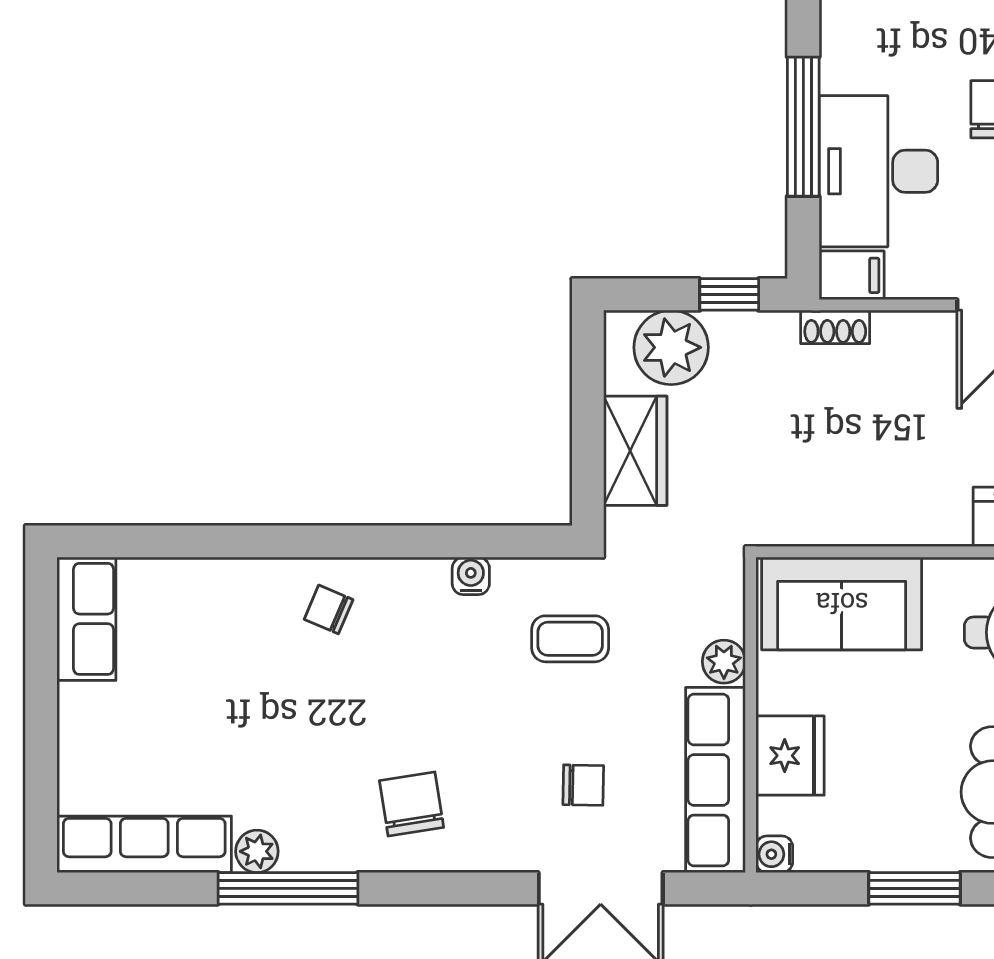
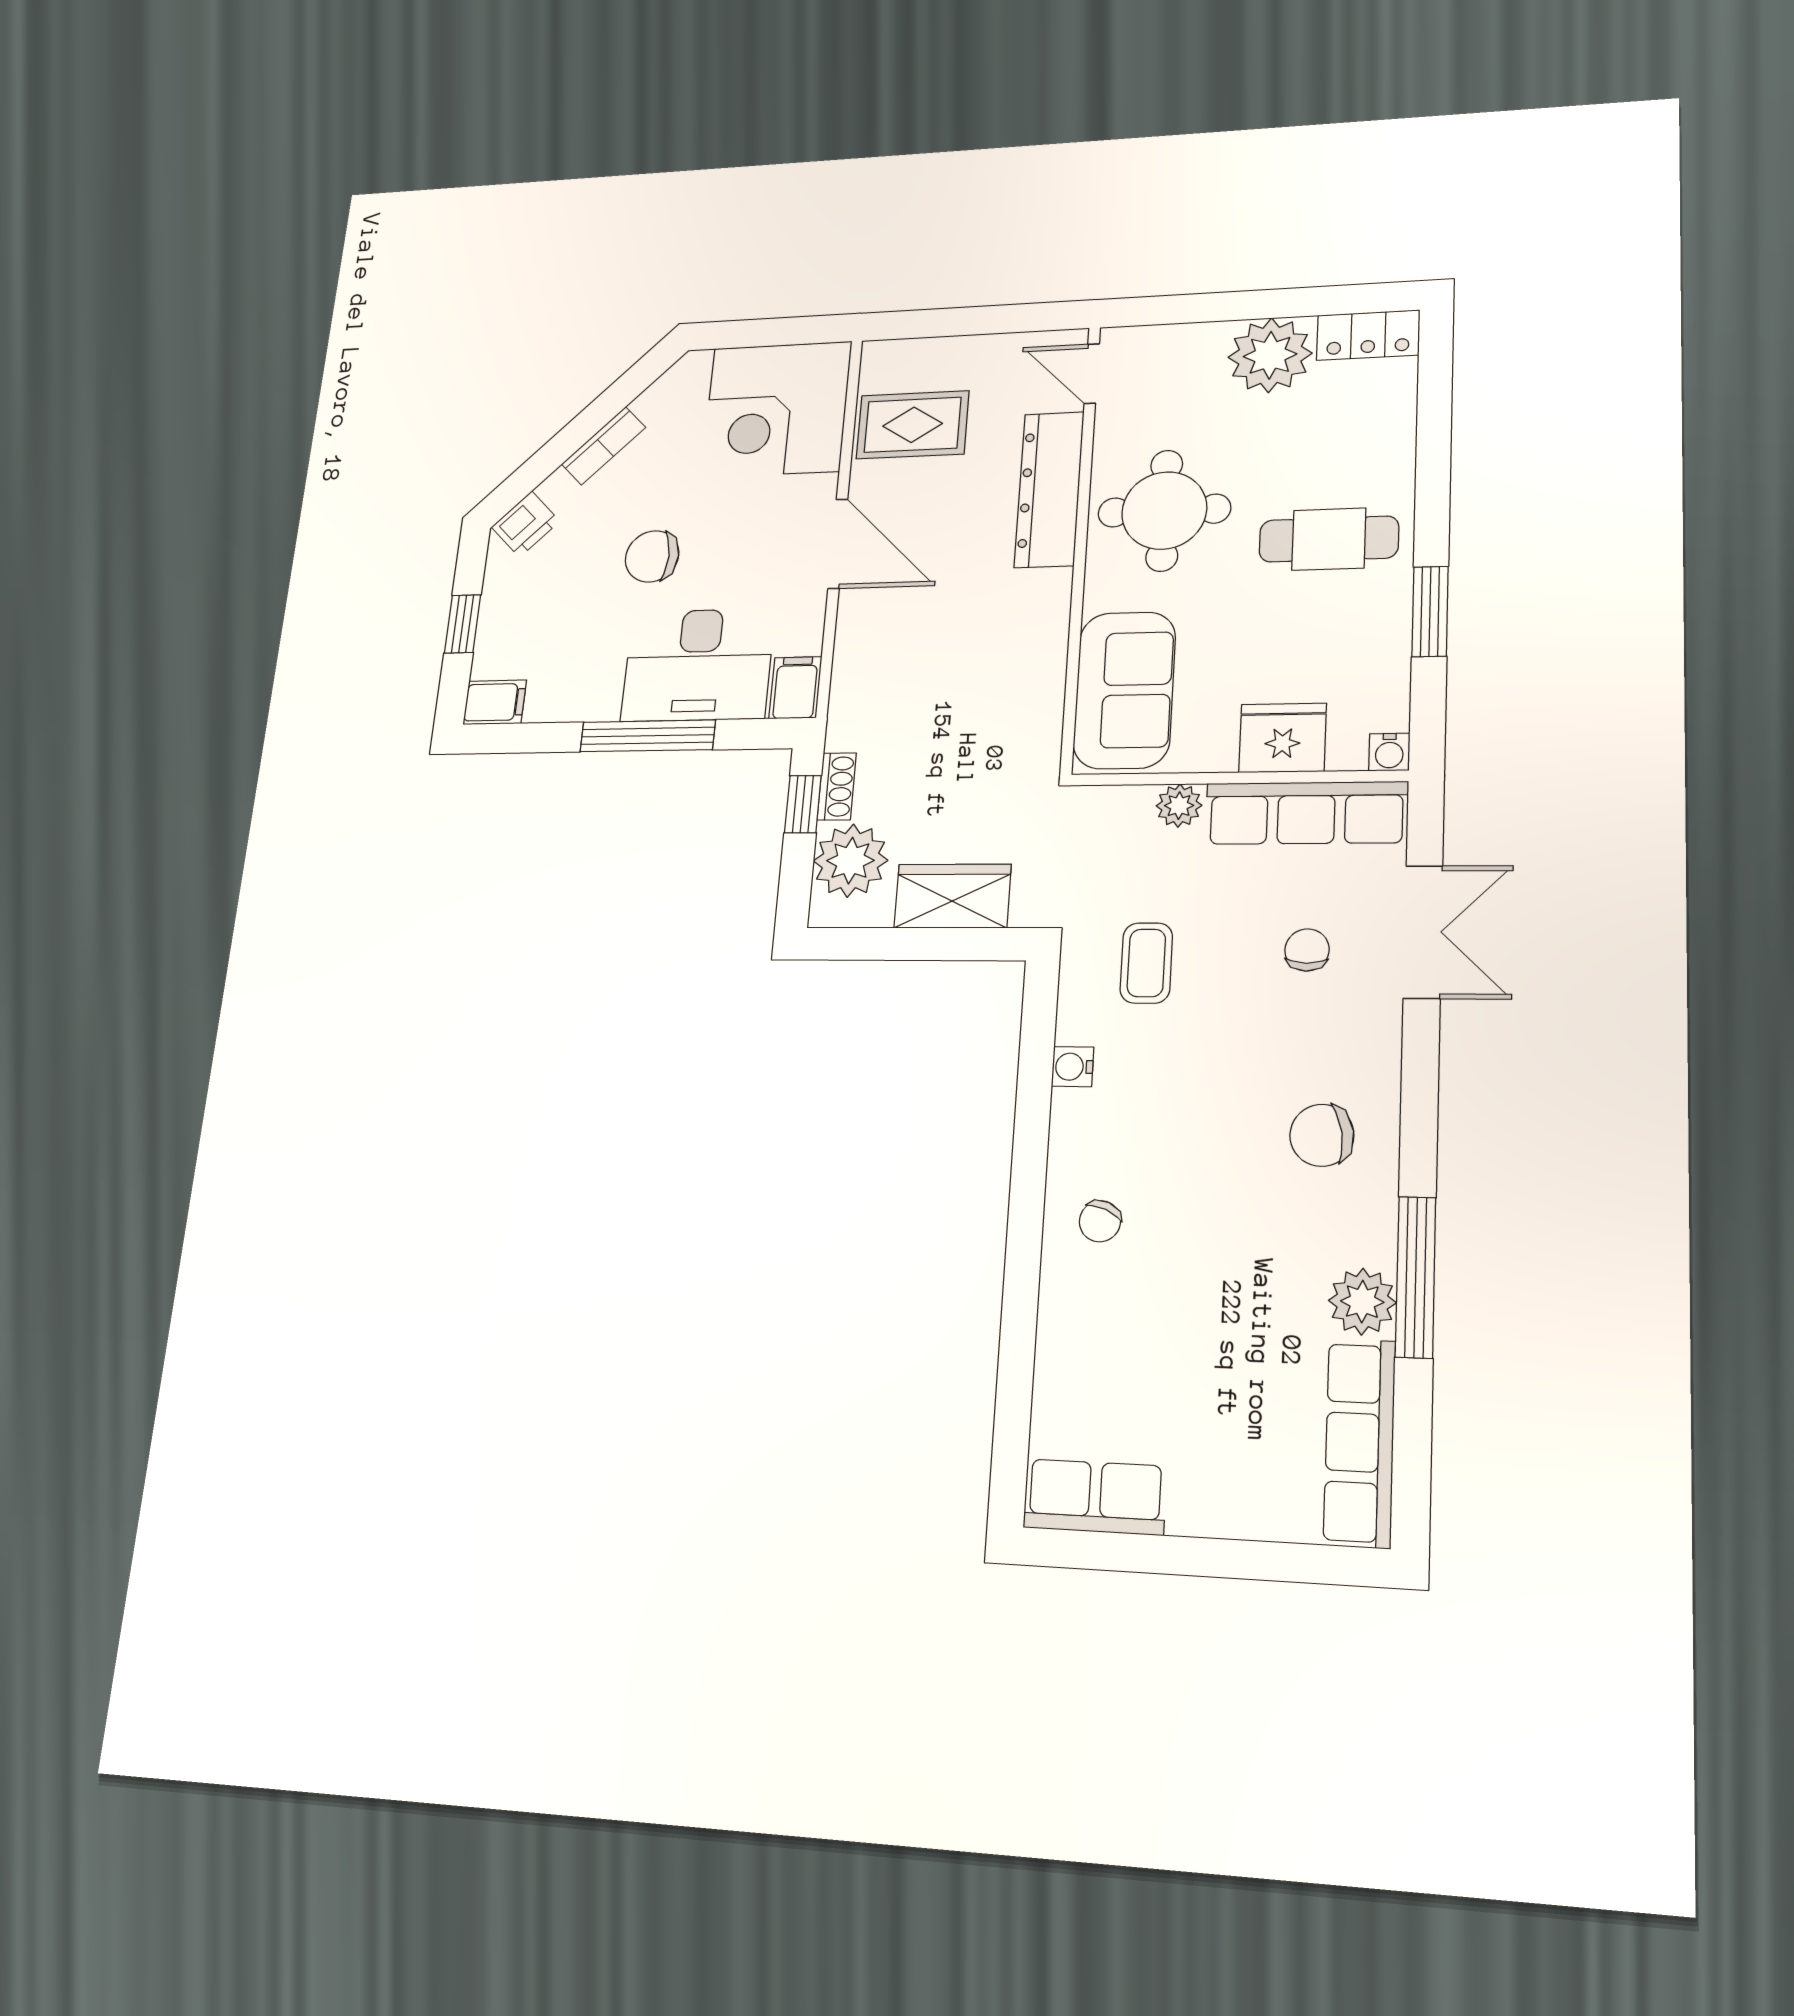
shoe rack: (835, 327) -> (837, 786), moved
plant: (257, 851) -> (1362, 1302), width x1.38, depth x1.38

